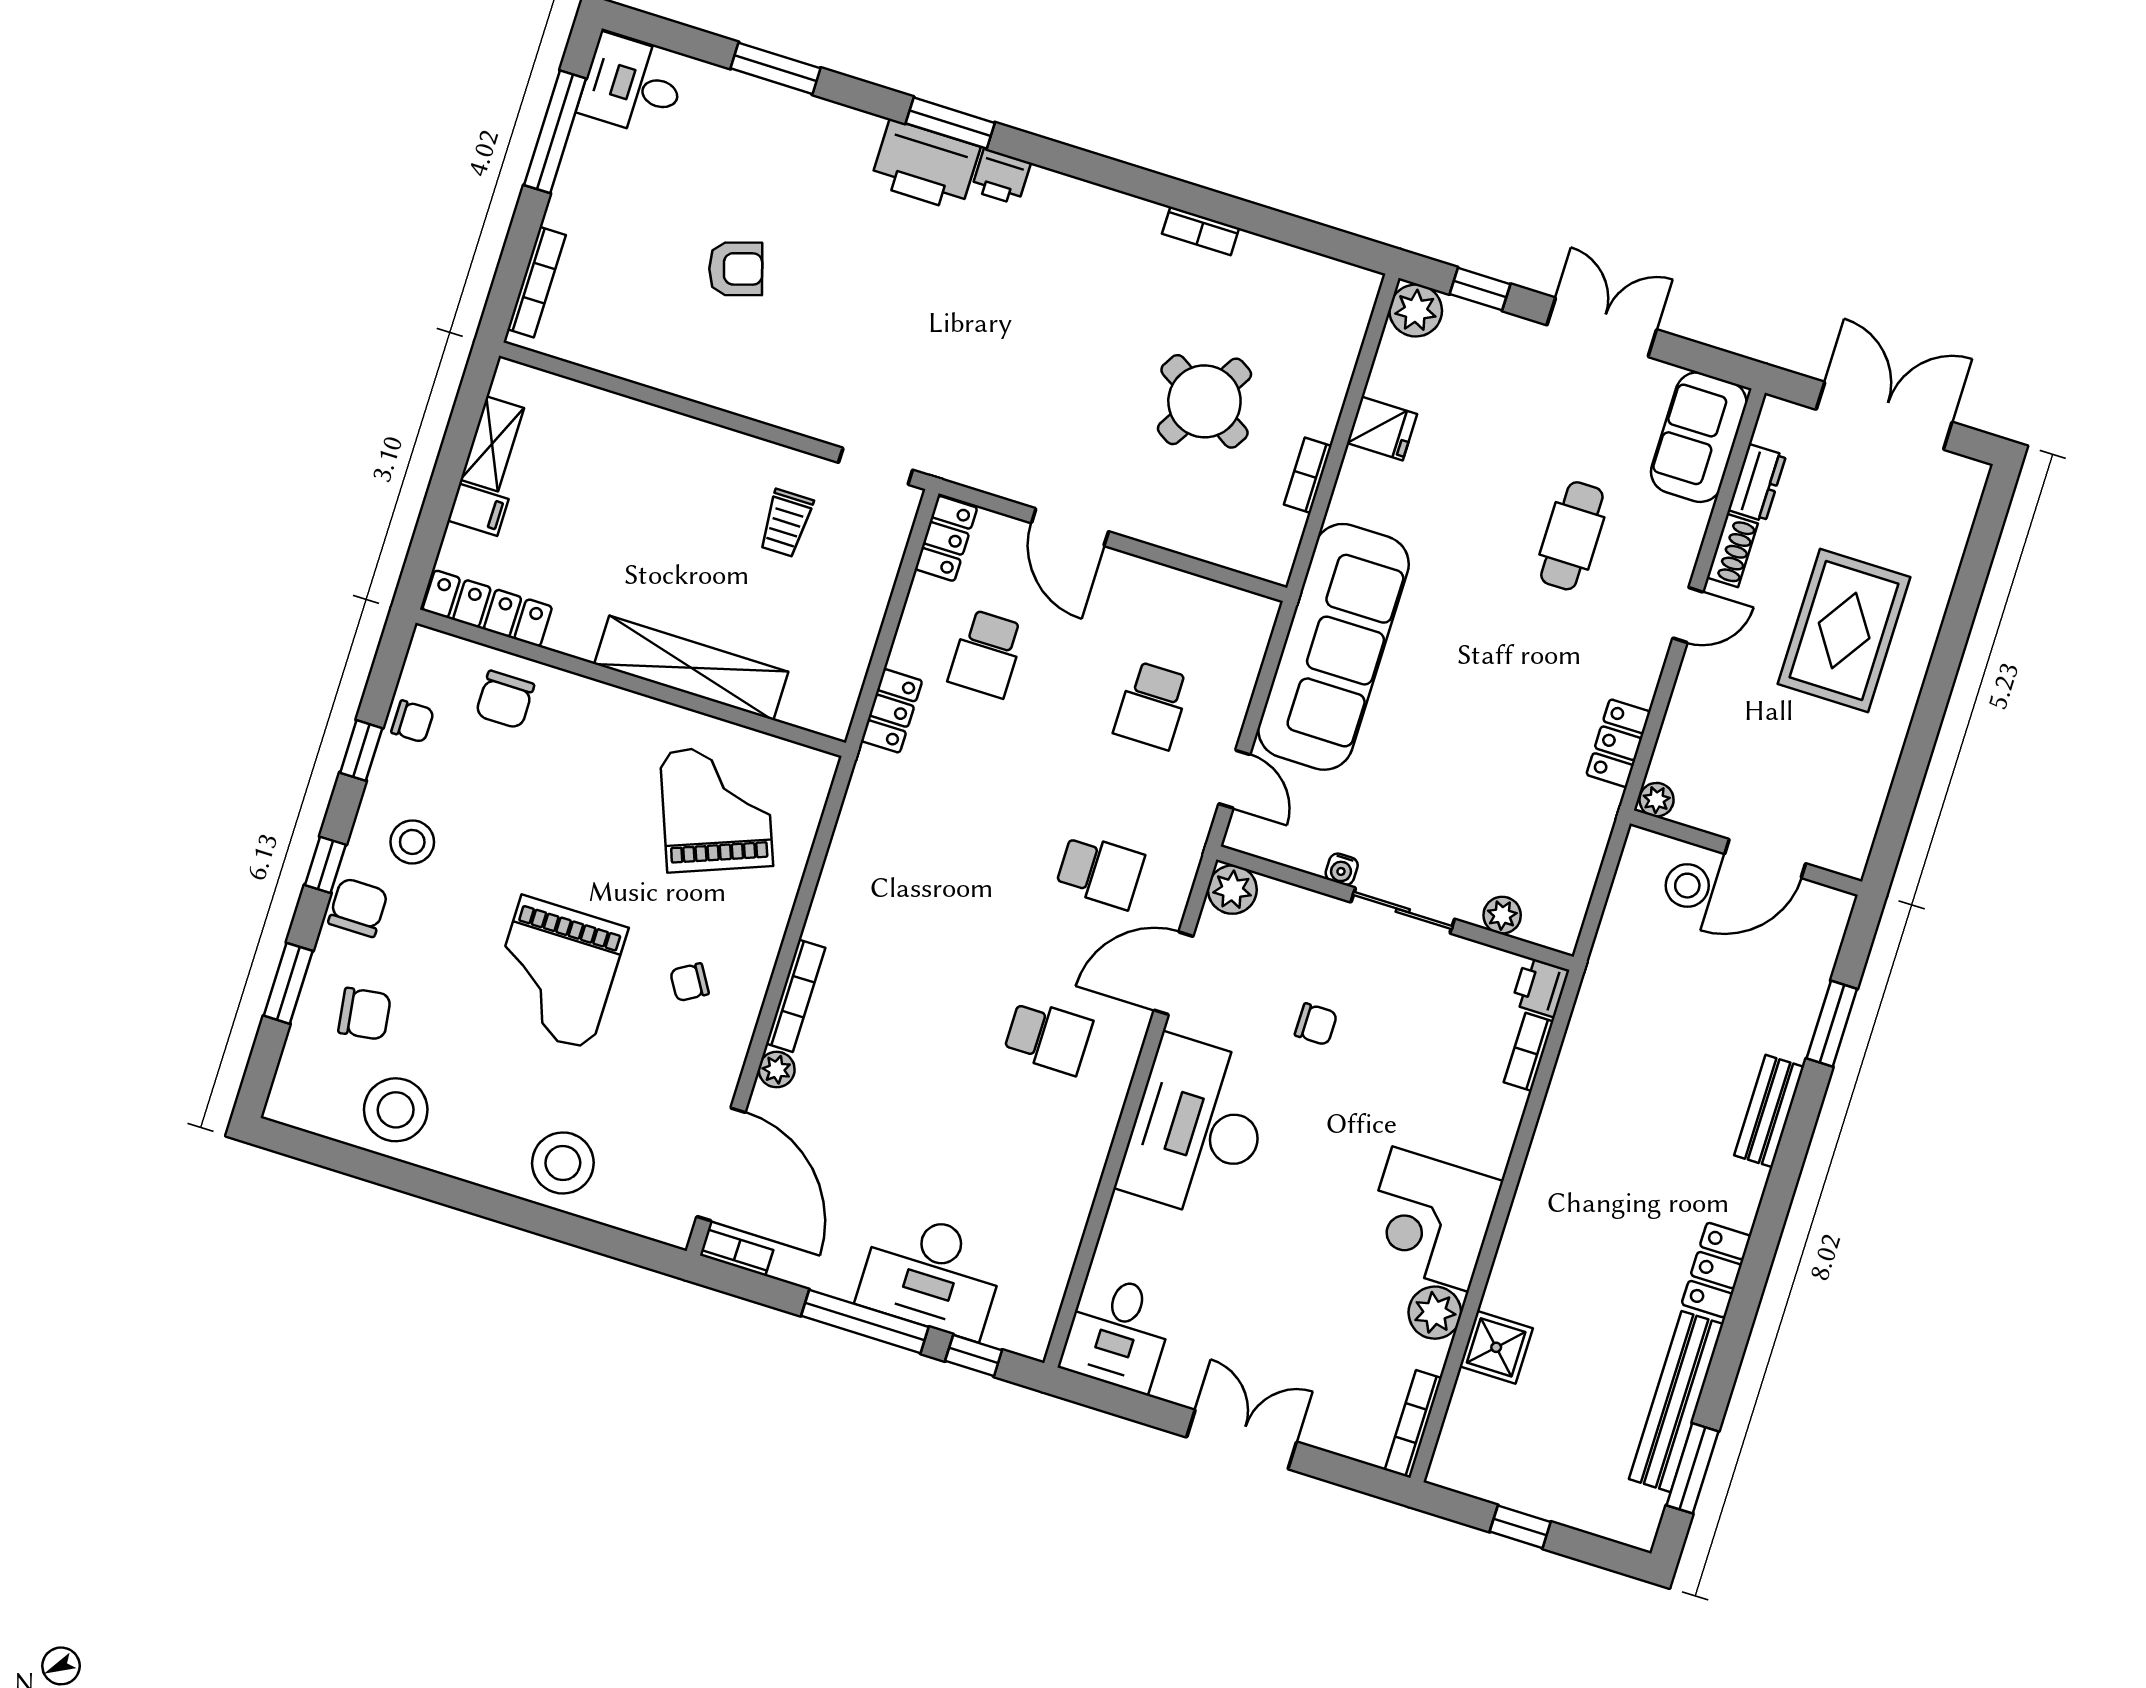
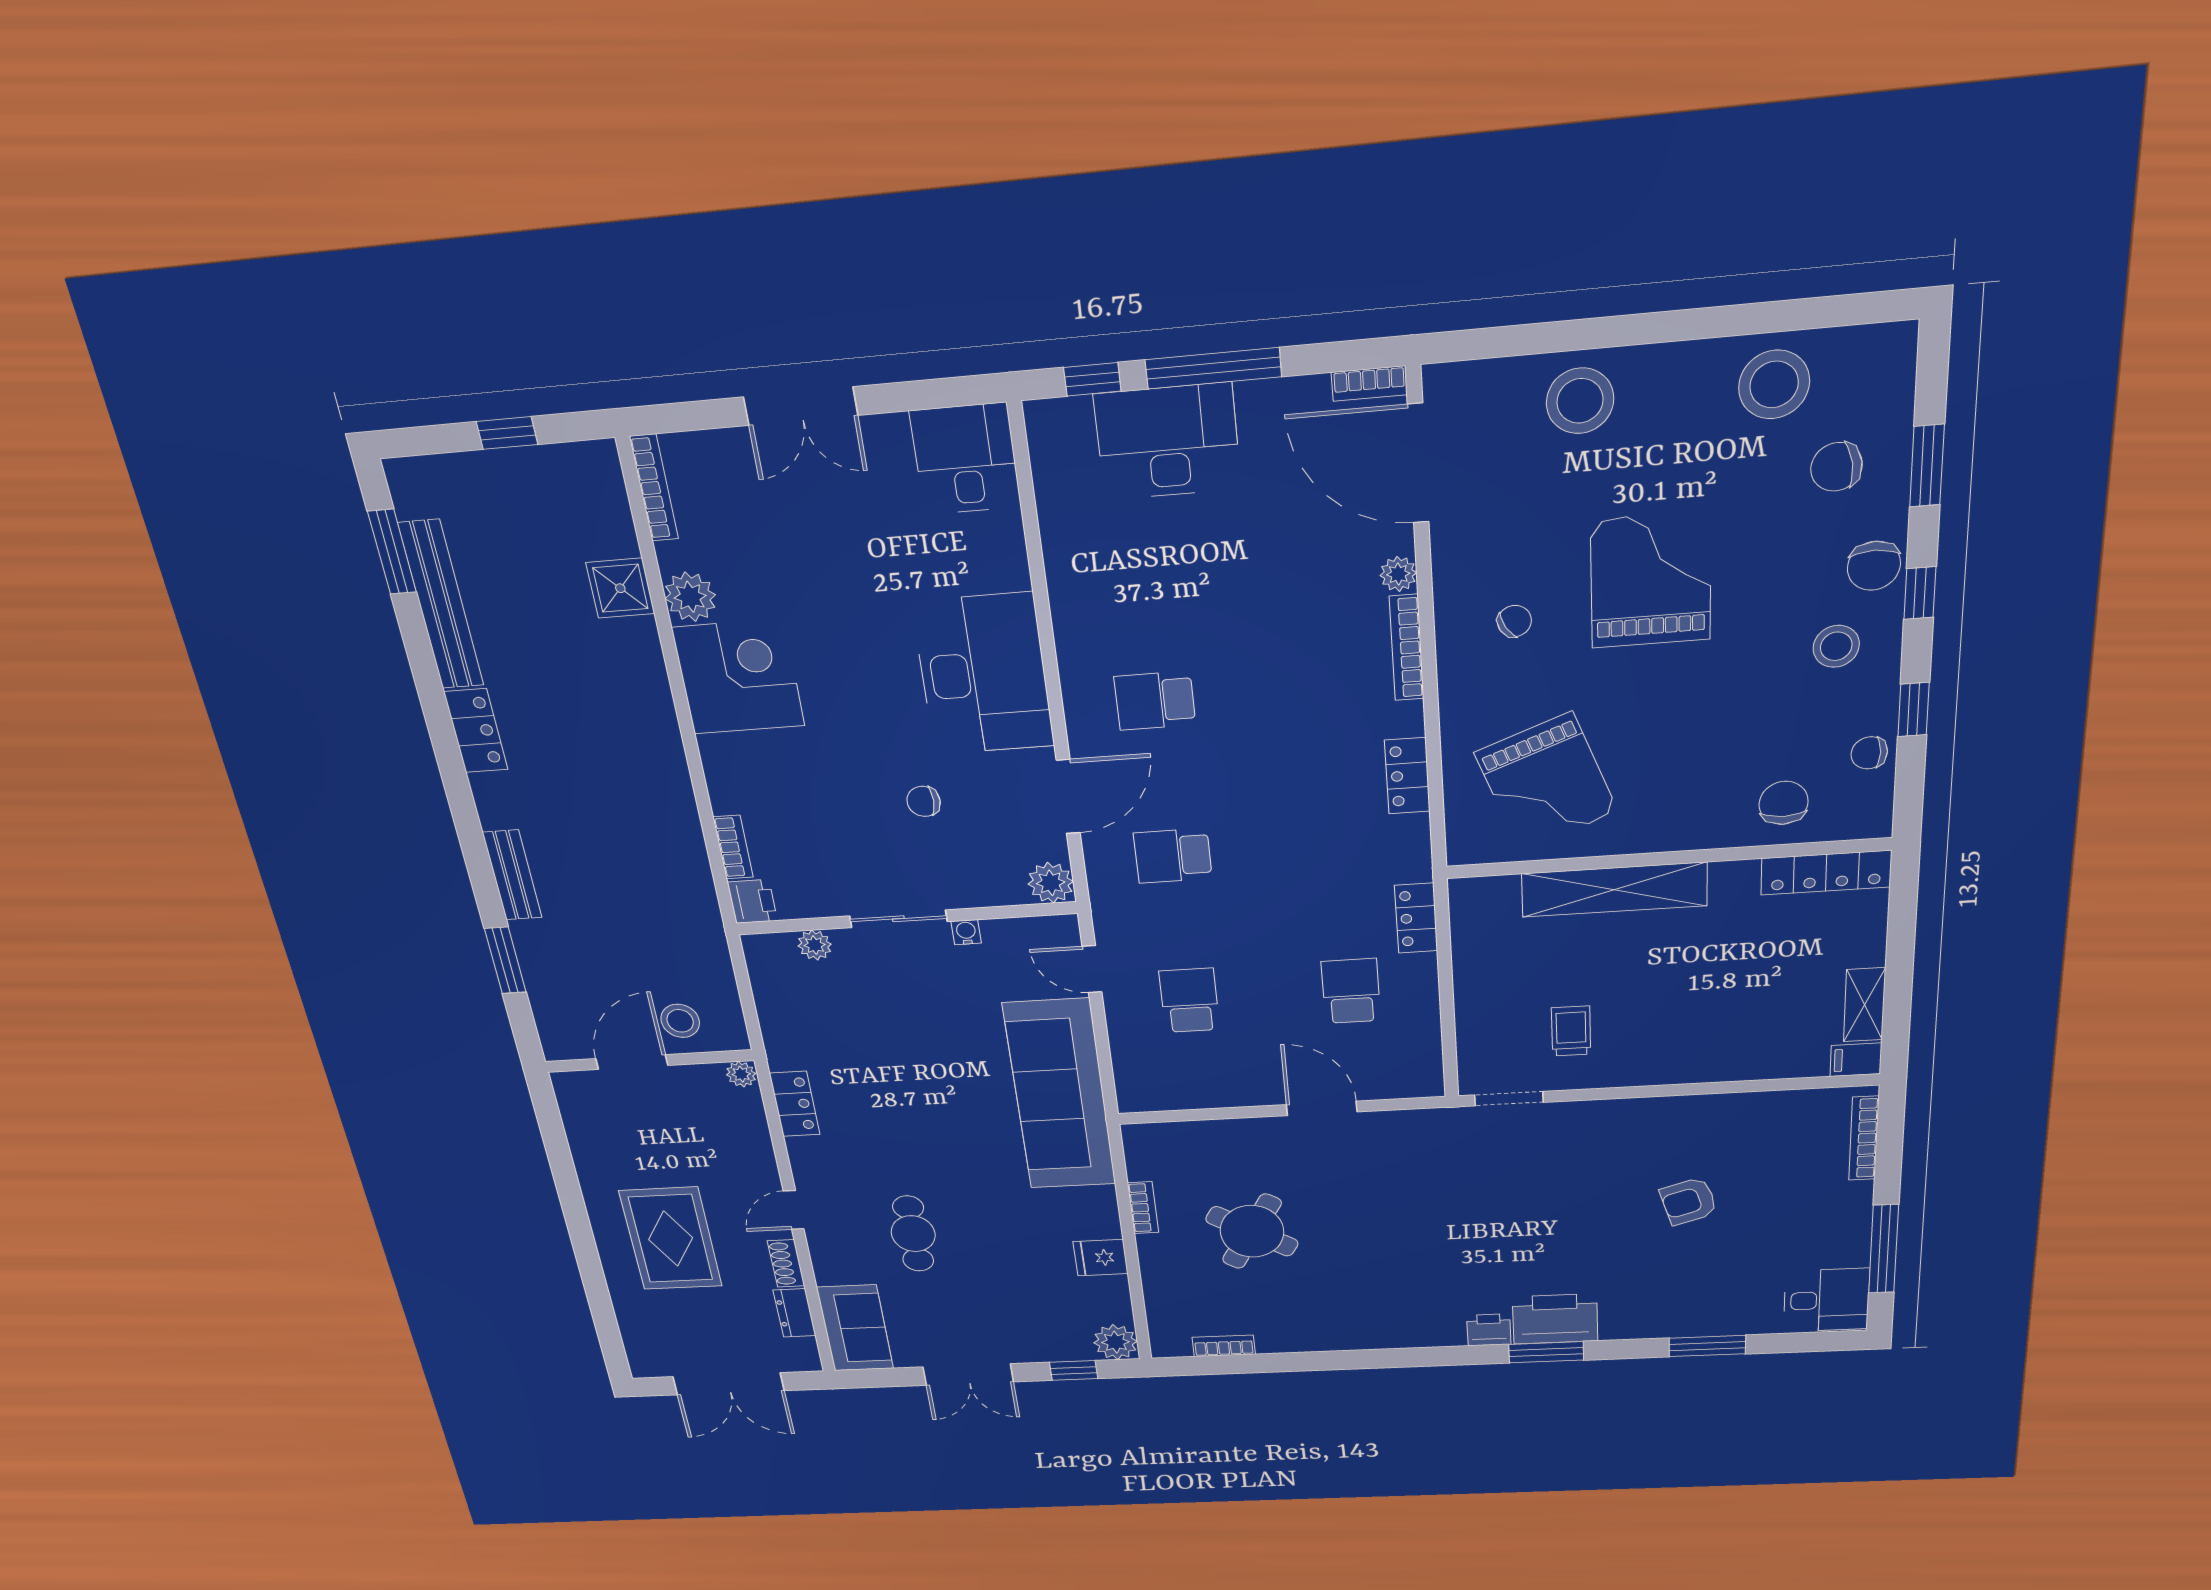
bookcase: (1201, 231) -> (1224, 1346), moved
filing cabinet: (478, 510) -> (1856, 1060), moved
locker: (946, 538) -> (1407, 776), moved

